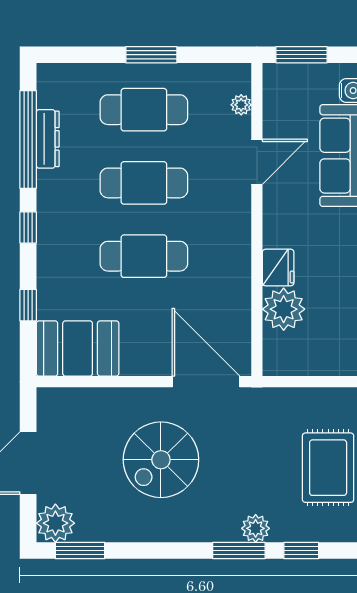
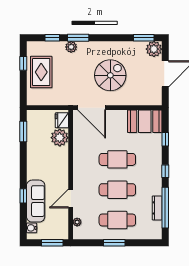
fridge: (278, 267) -> (62, 120), moved

